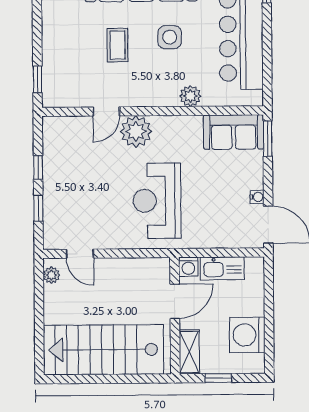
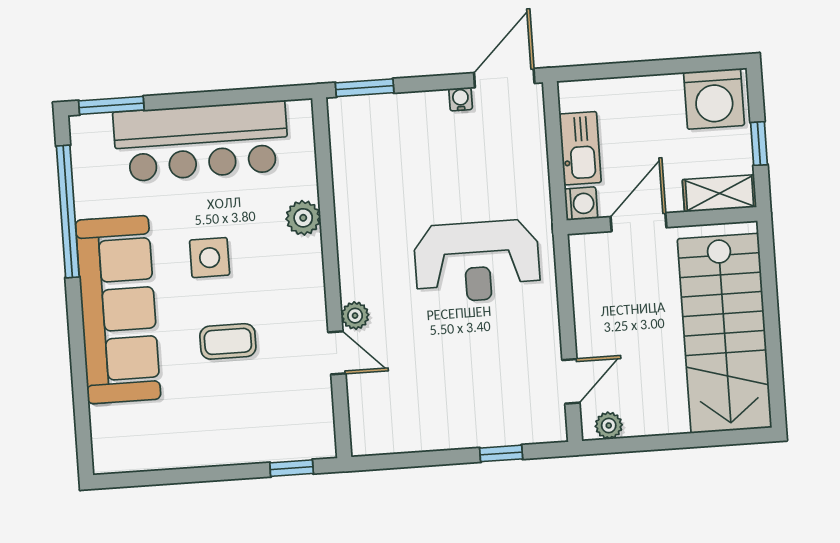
plant: (136, 131) -> (355, 316), width x0.53, depth x0.53
sofa: (234, 132) -> (357, 144), removed
window: (38, 167) -> (435, 458), removed
door: (175, 301) -> (638, 222), hinge flipped
washing machine: (247, 335) -> (714, 99), moved

